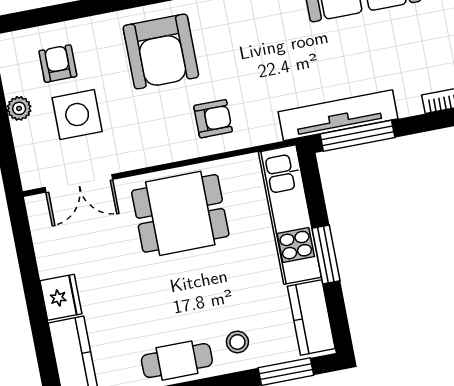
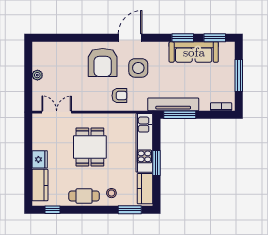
armchair: (58, 64) -> (58, 59), removed
side table: (77, 115) -> (138, 68), moved
double door: (79, 183) -> (57, 112), swing flipped
dining table: (180, 213) -> (90, 147), moved, turned 90

